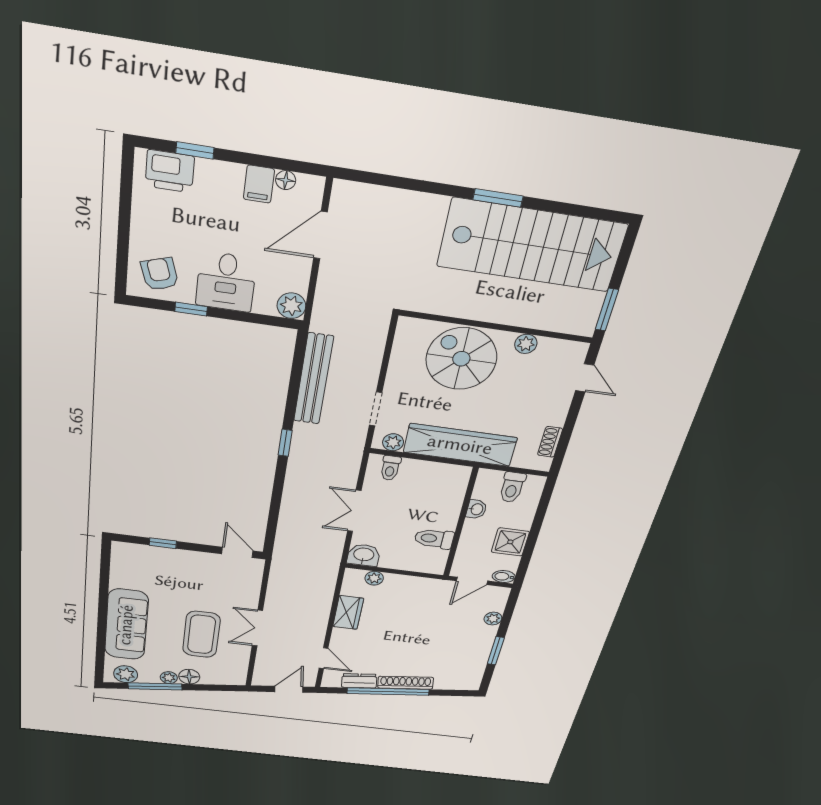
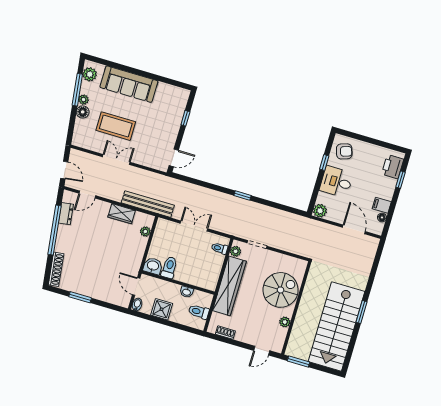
bench: (313, 379) -> (148, 204), moved
washbasin: (364, 555) -> (153, 266), moved, turned -90
plant: (493, 619) -> (106, 297), removed
shoe rack: (406, 683) -> (56, 269), moved

